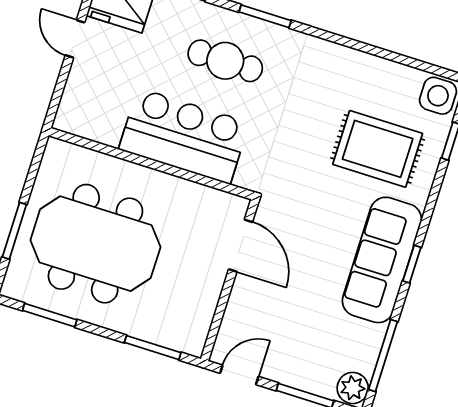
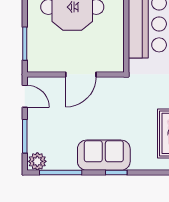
door: (241, 246) -> (81, 74), moved
sofa: (382, 260) -> (104, 155), width x0.73

